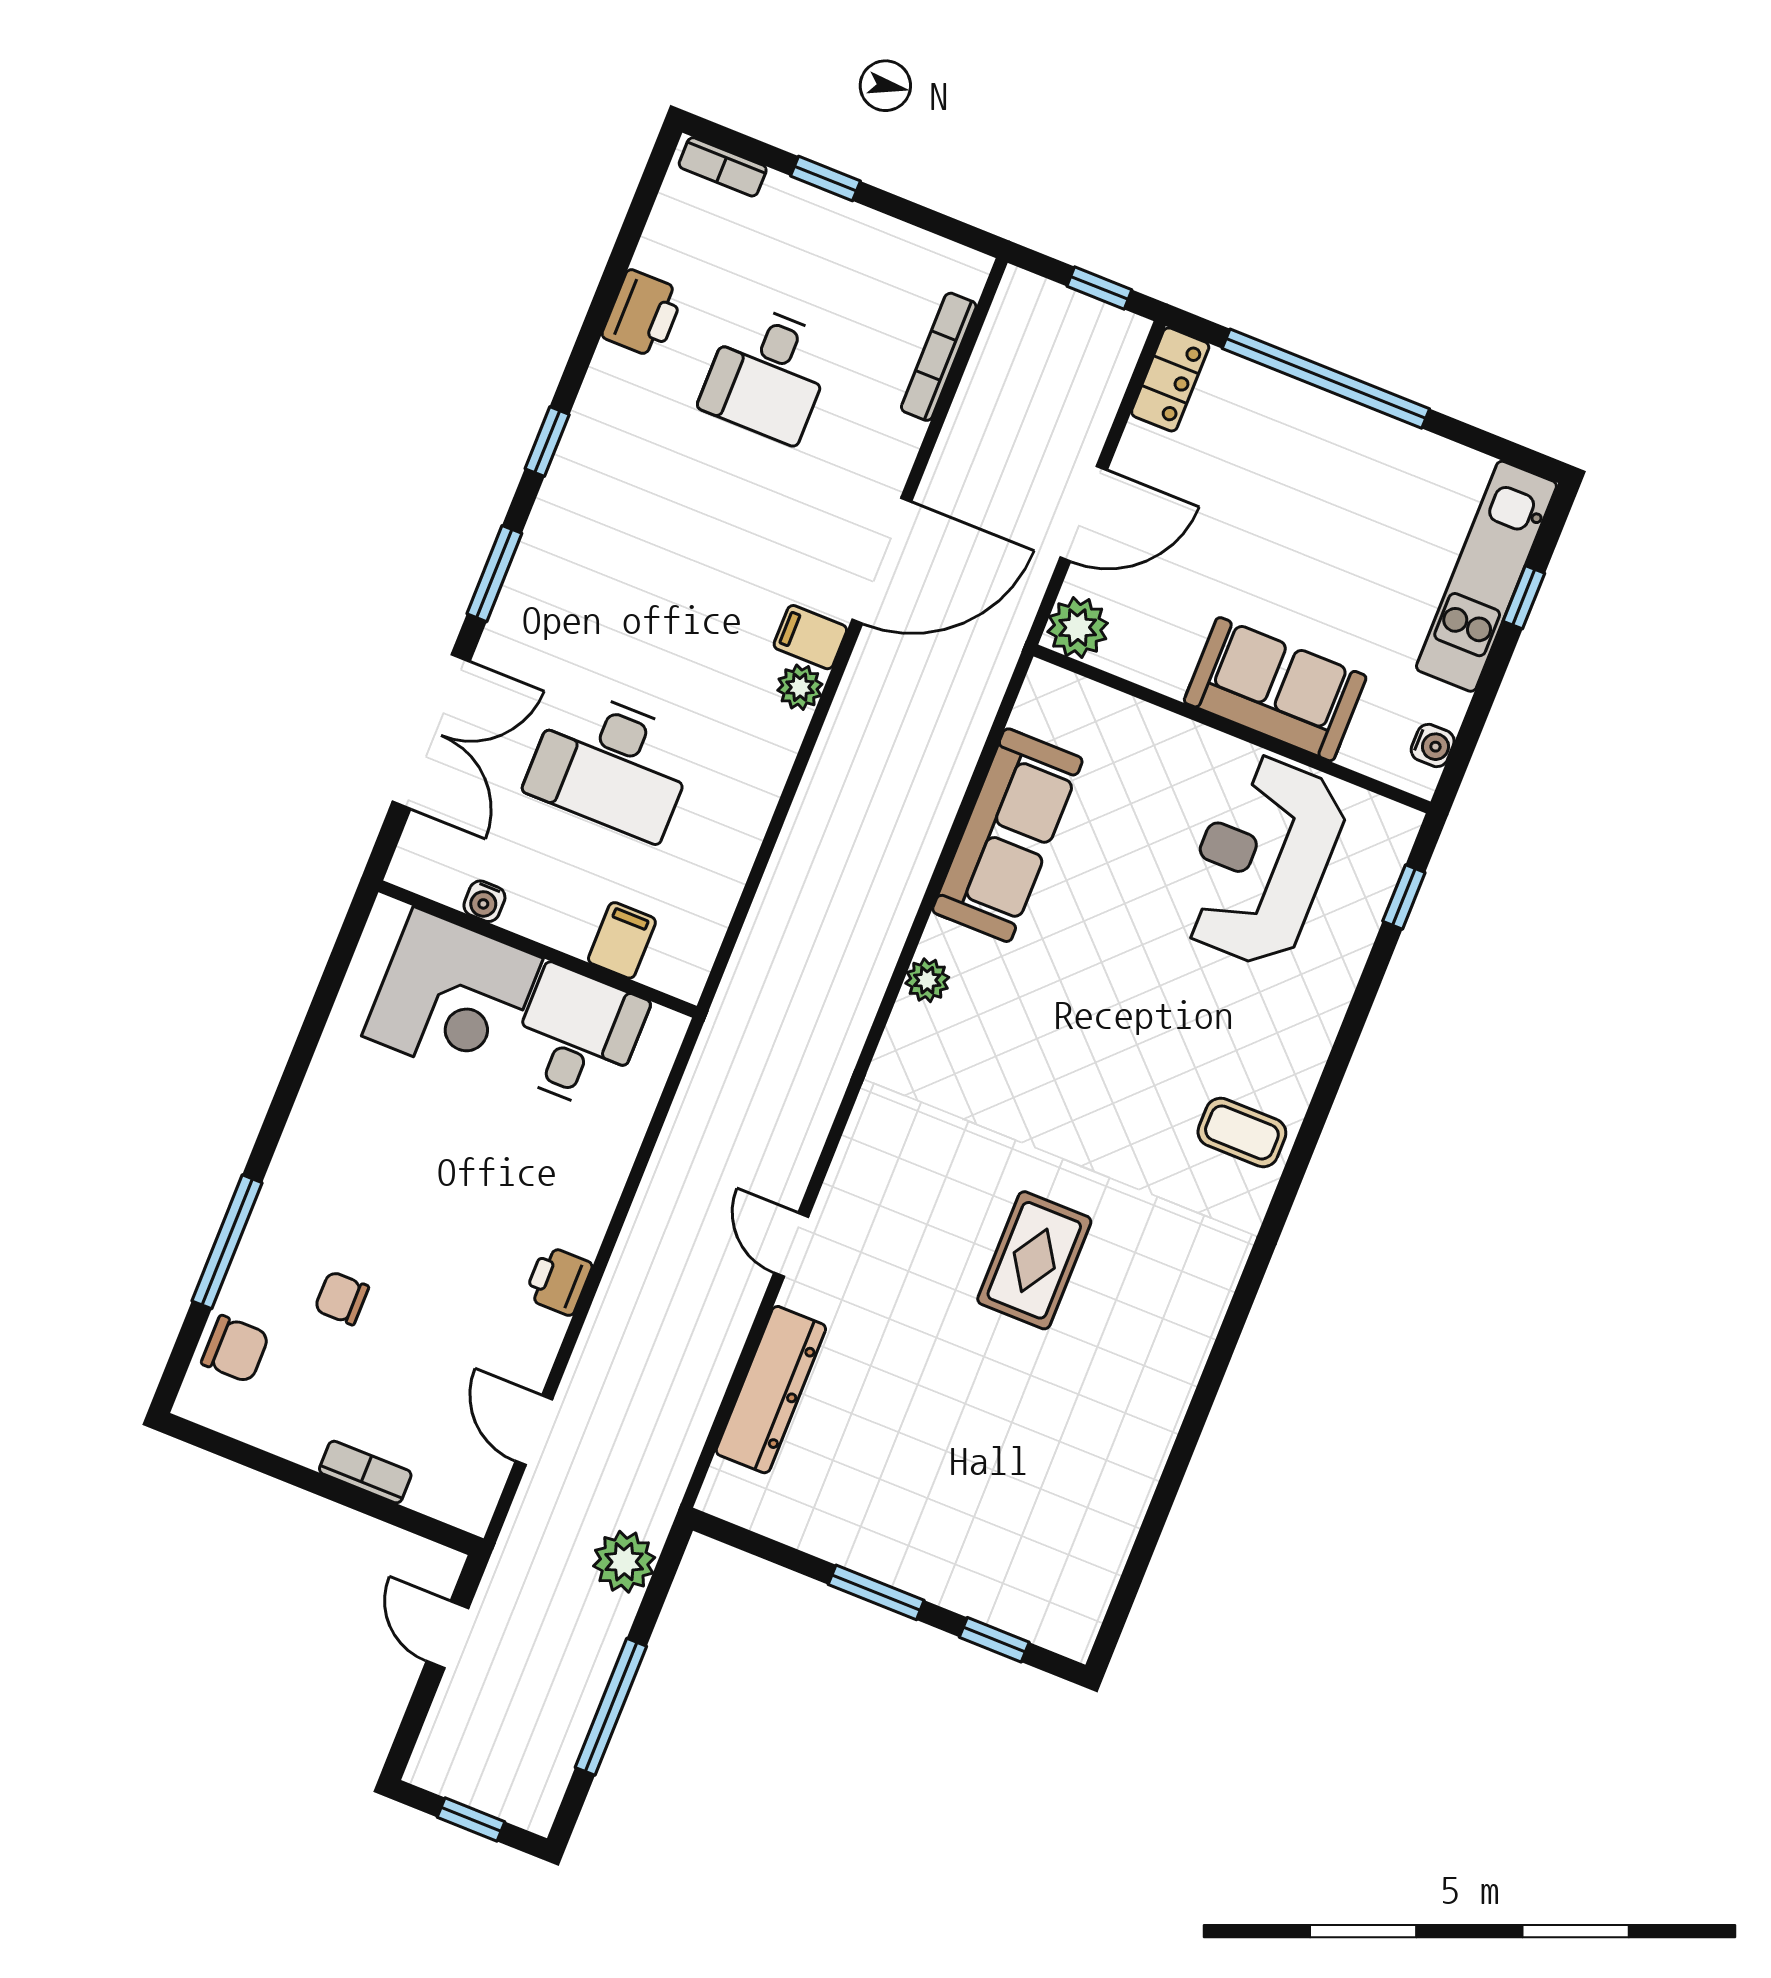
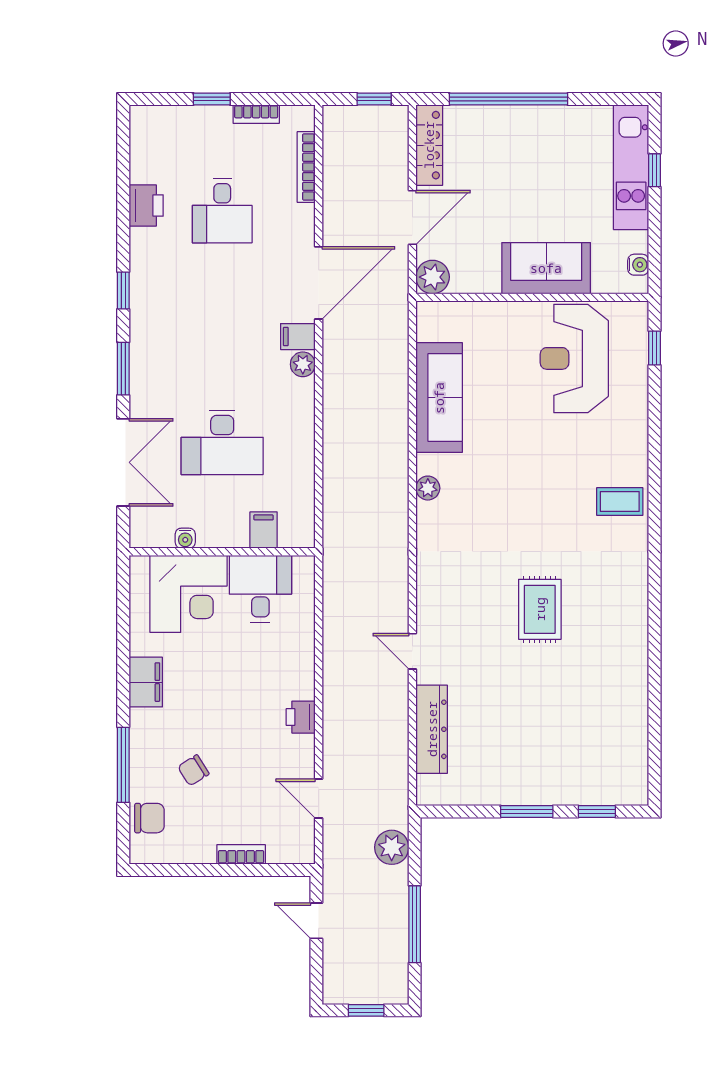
bookcase: (723, 167) -> (256, 114), moved
locker: (1170, 379) -> (429, 145), width x1.53
filing cabinet: (321, 1117) -> (146, 682), added
chair: (342, 1298) -> (193, 770), turned -32

